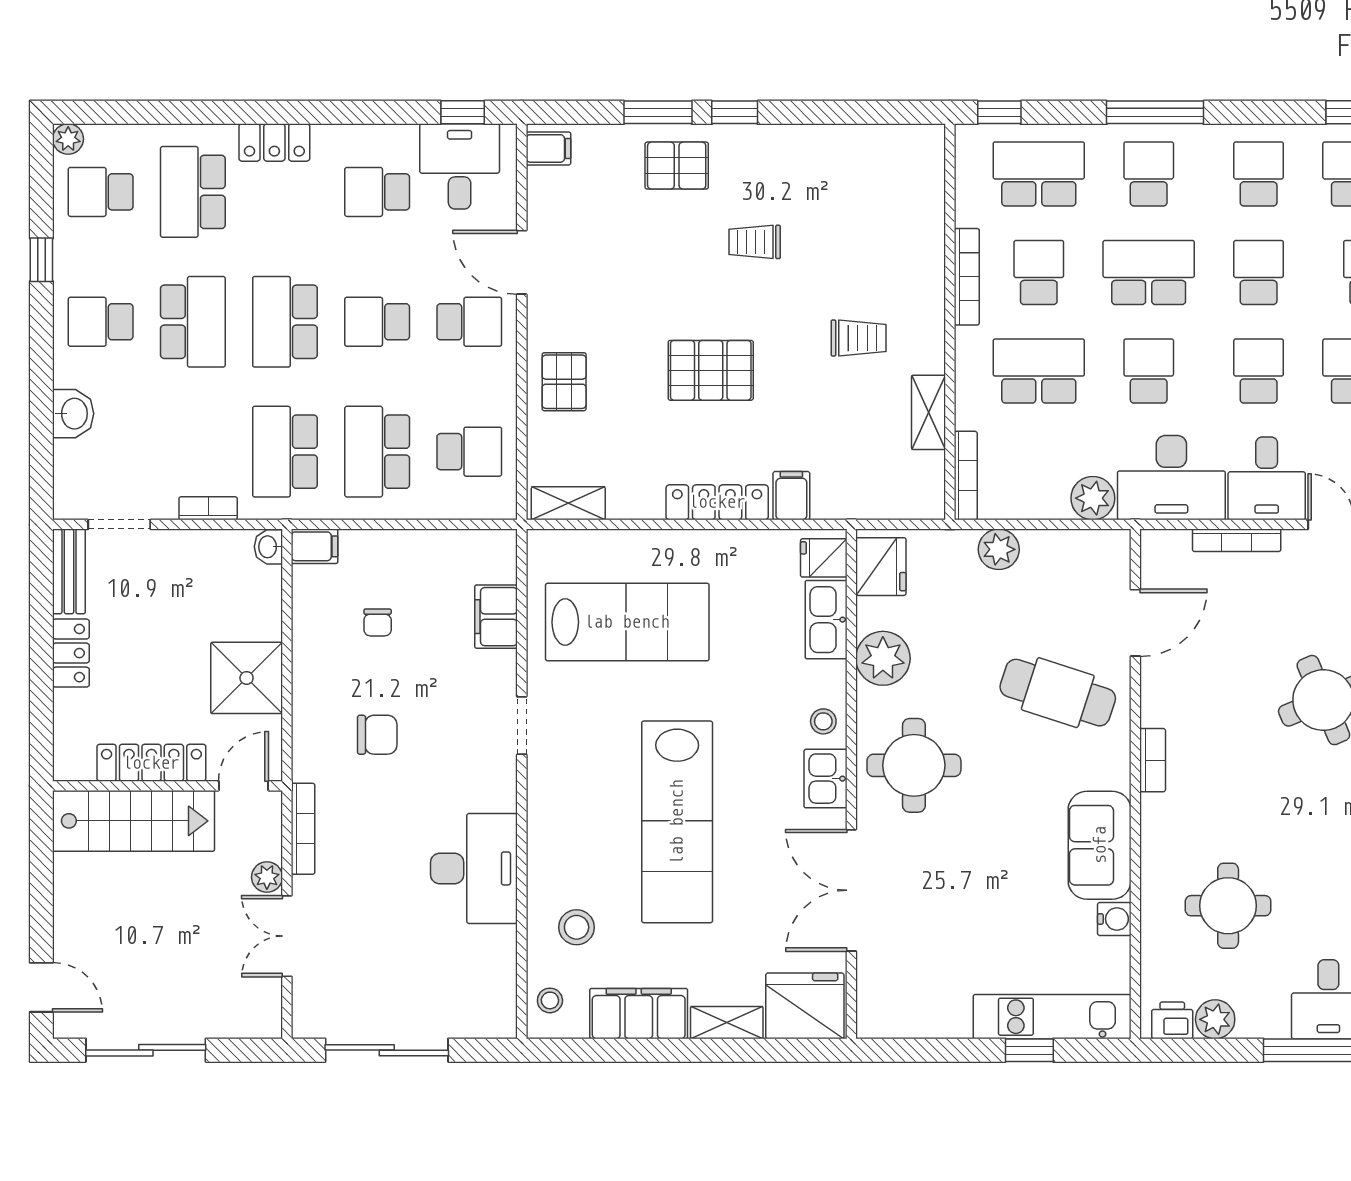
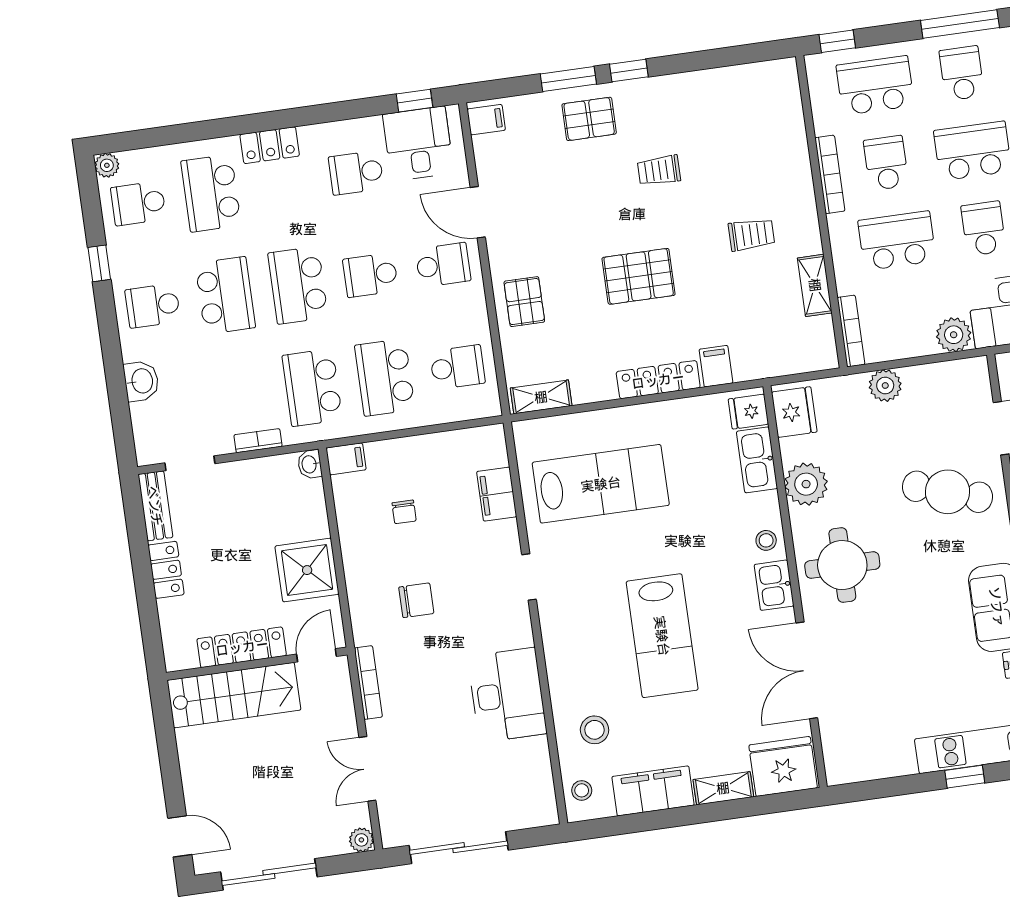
lab bench: (677, 822) -> (662, 636), width x0.73
plant: (267, 877) -> (361, 840), moved

